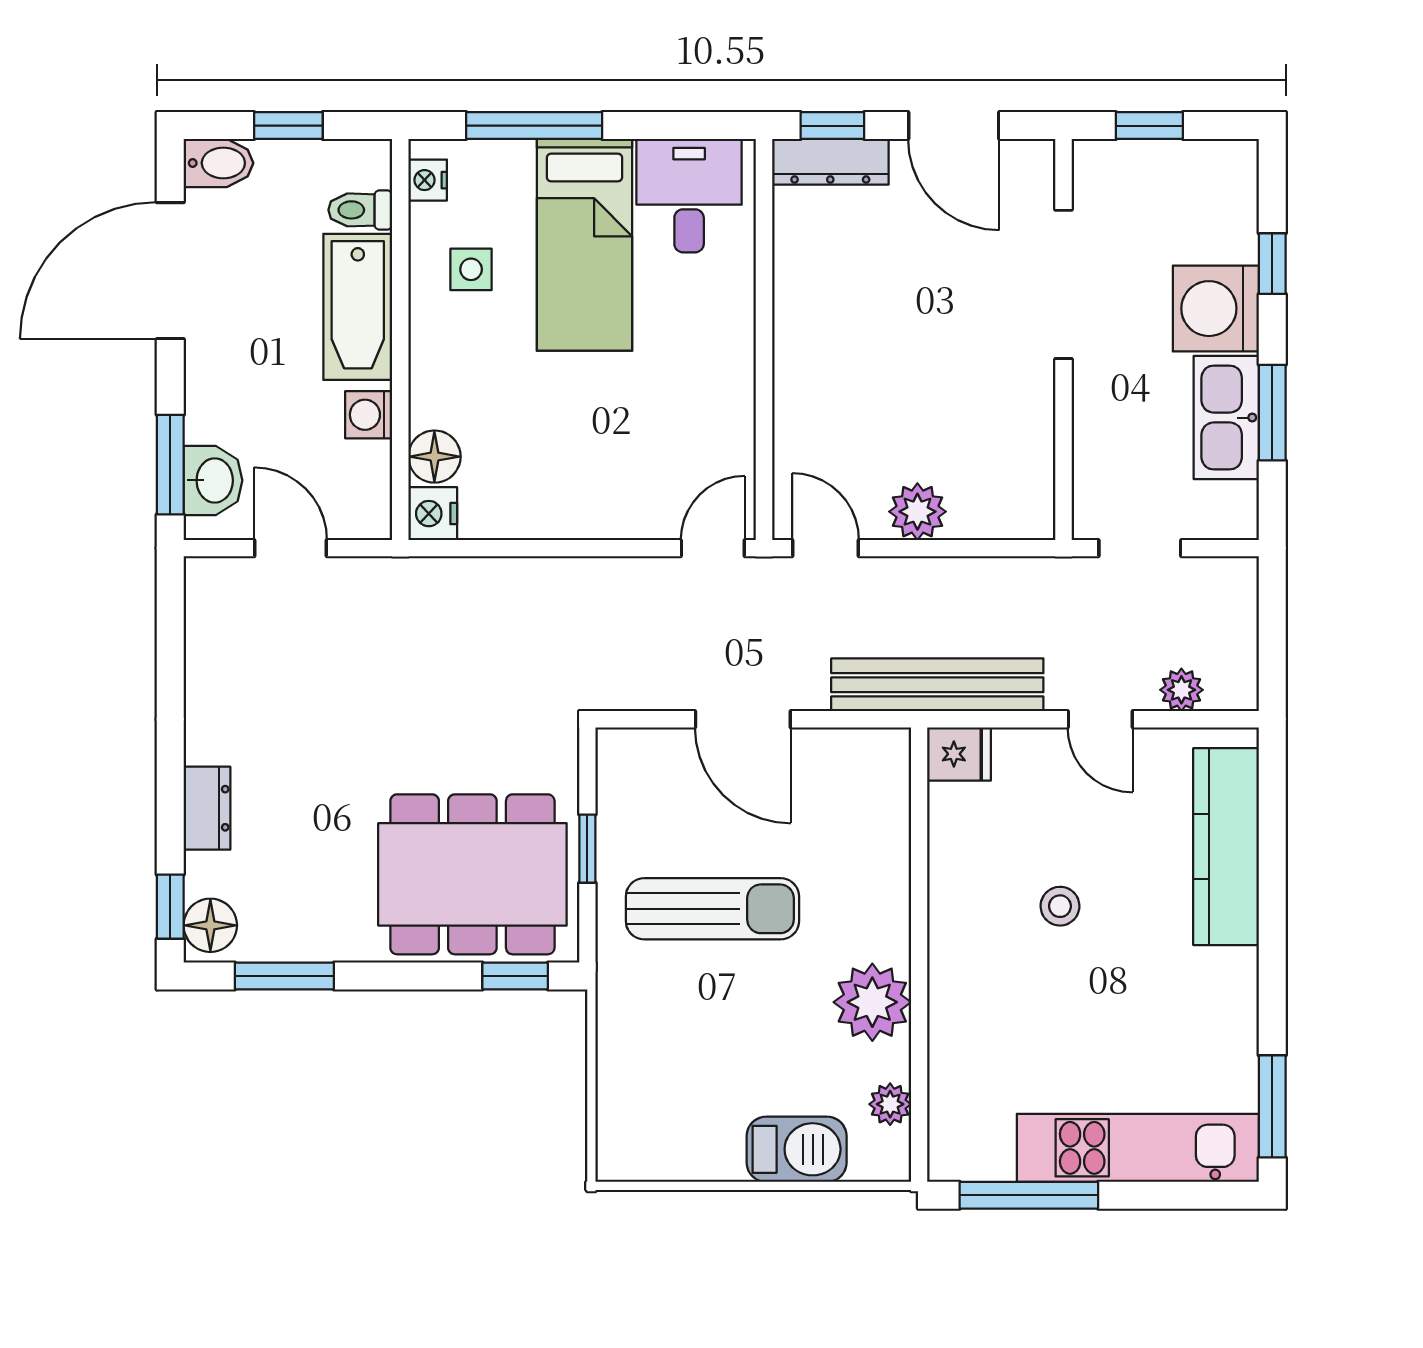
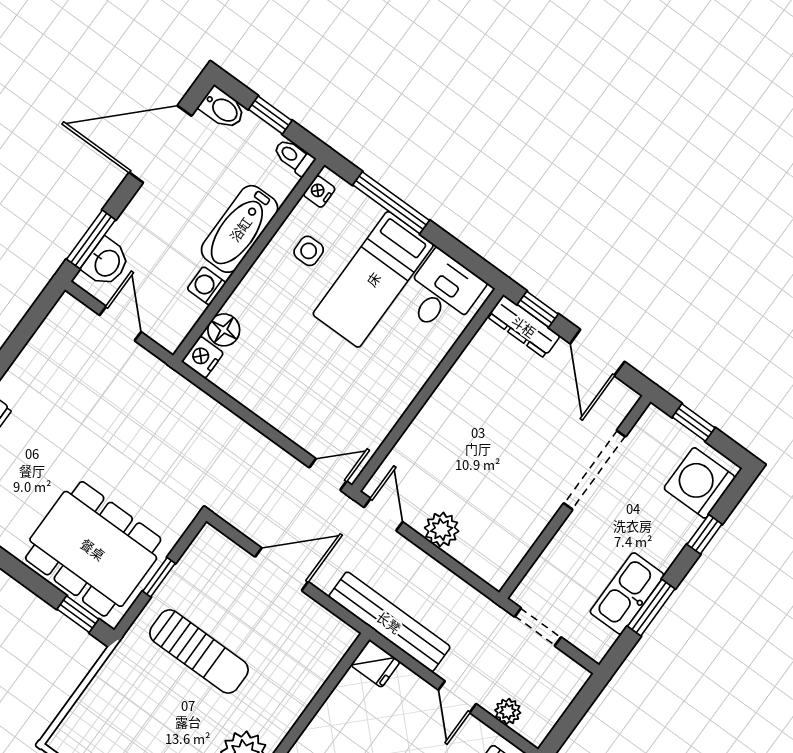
toilet: (360, 210) -> (294, 157), moved
washing machine: (1216, 309) -> (700, 483), moved
door: (743, 719) -> (282, 569), swing flipped

